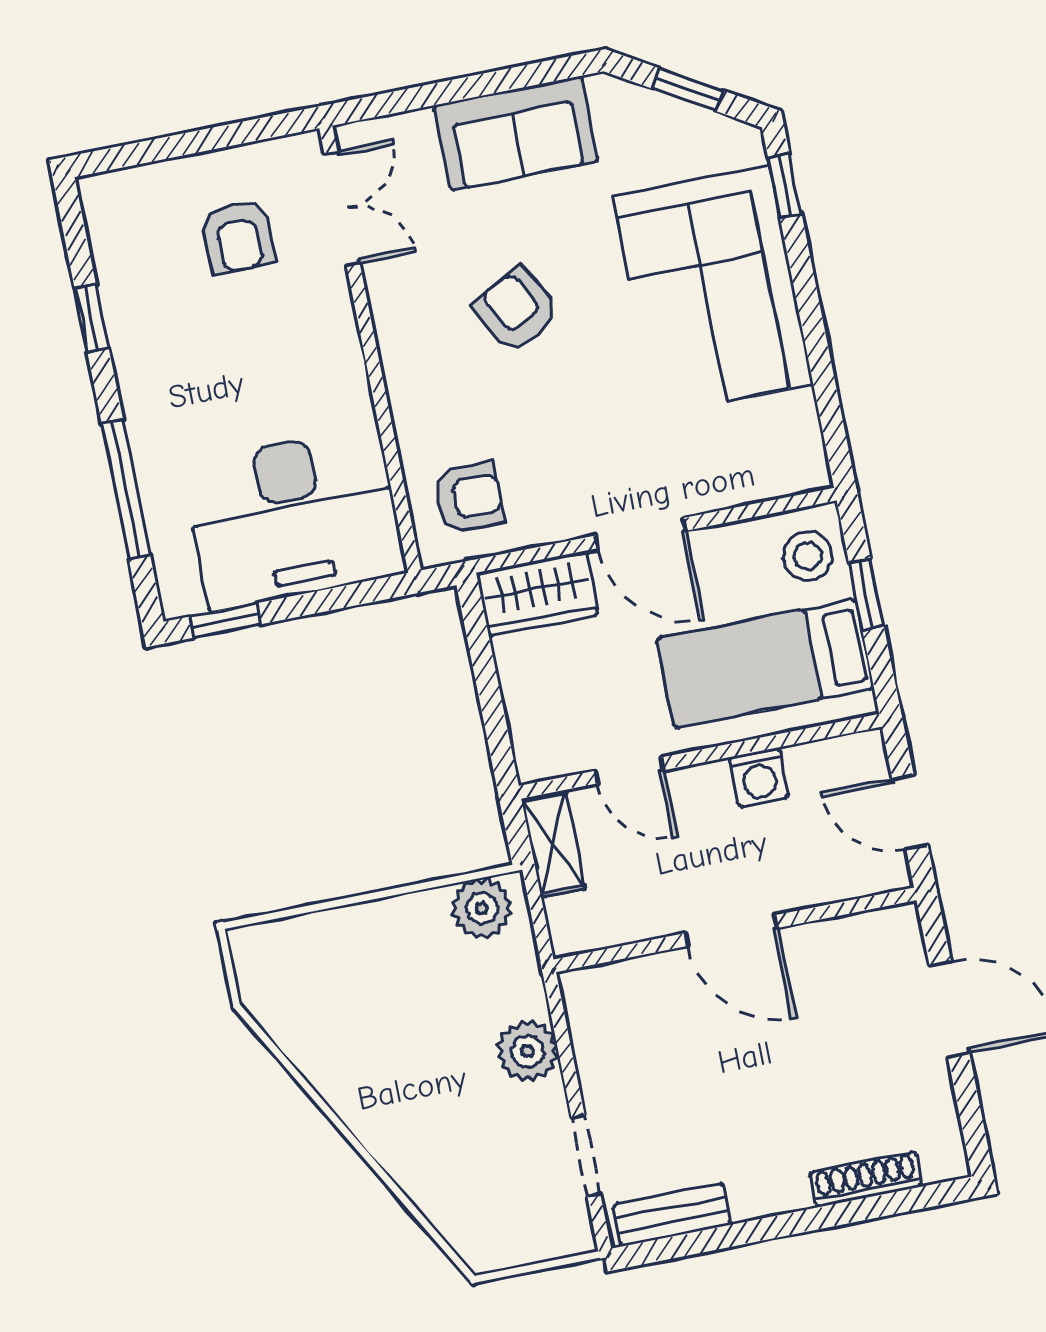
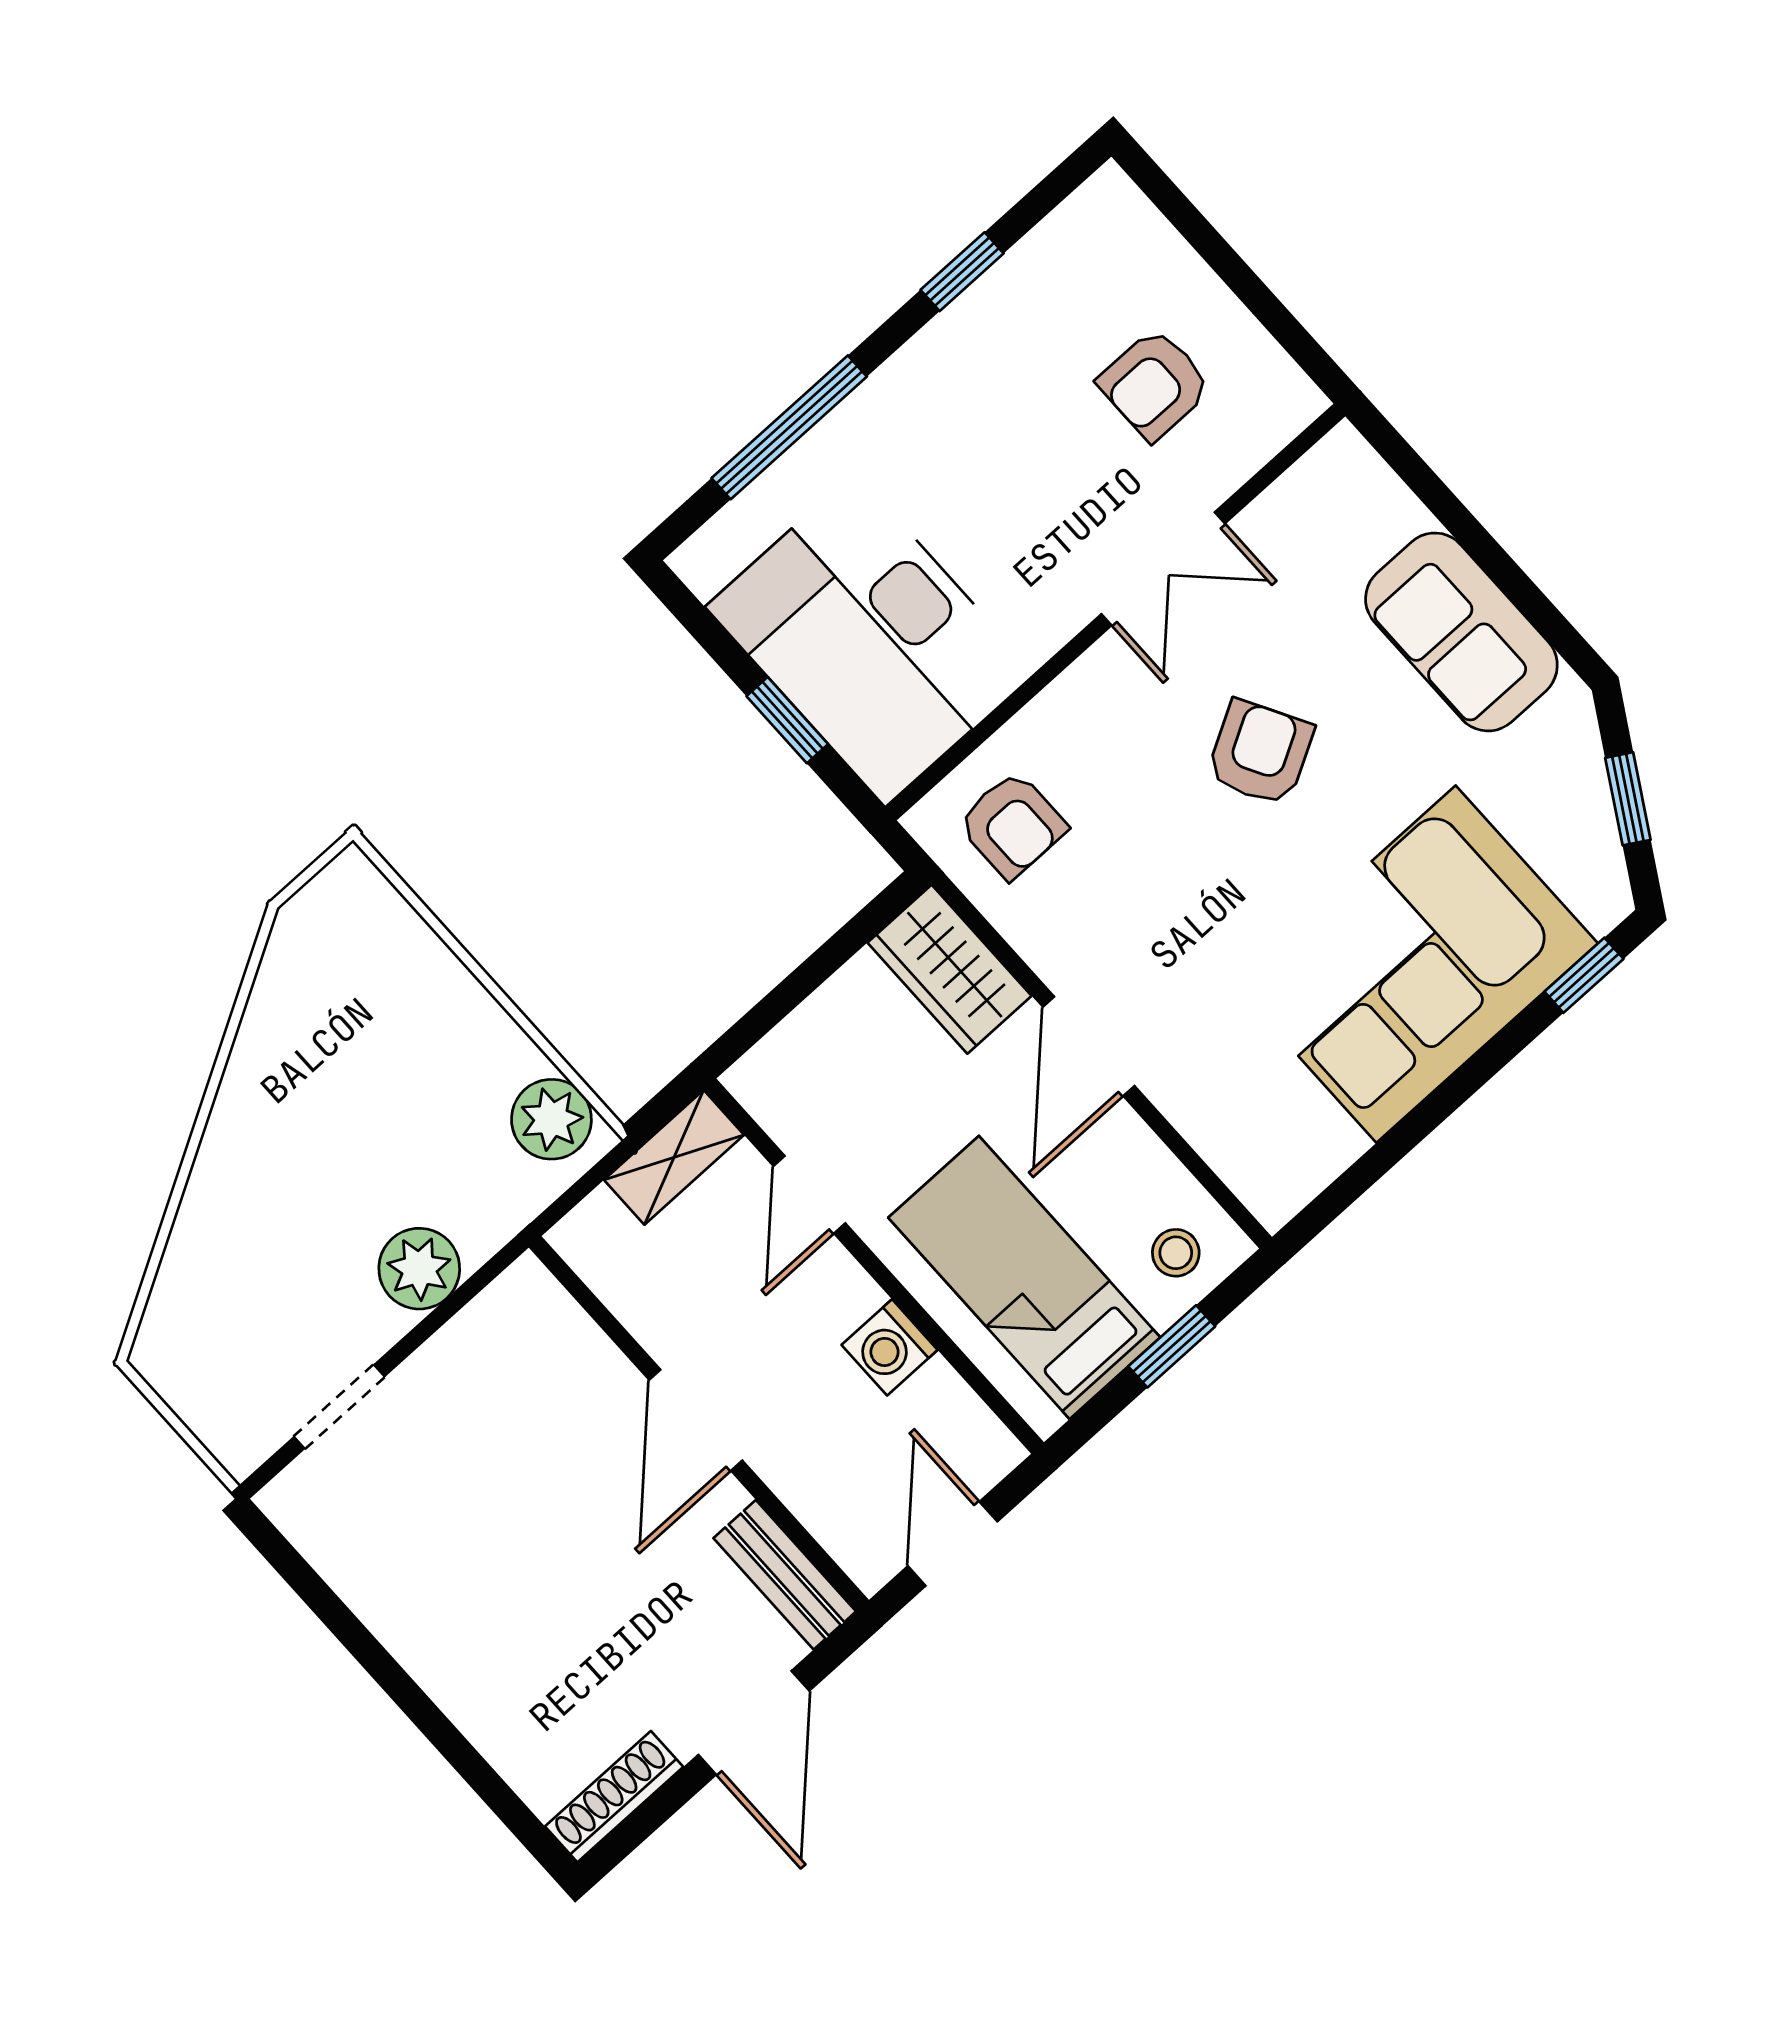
double door: (342, 209) -> (1163, 569), moved
stool: (808, 556) -> (1176, 1253), width x0.73, depth x0.73
window: (225, 621) -> (787, 720), moved
shoe rack: (866, 1179) -> (614, 1797), moved, turned -90
bench: (672, 1215) -> (785, 1575), moved

